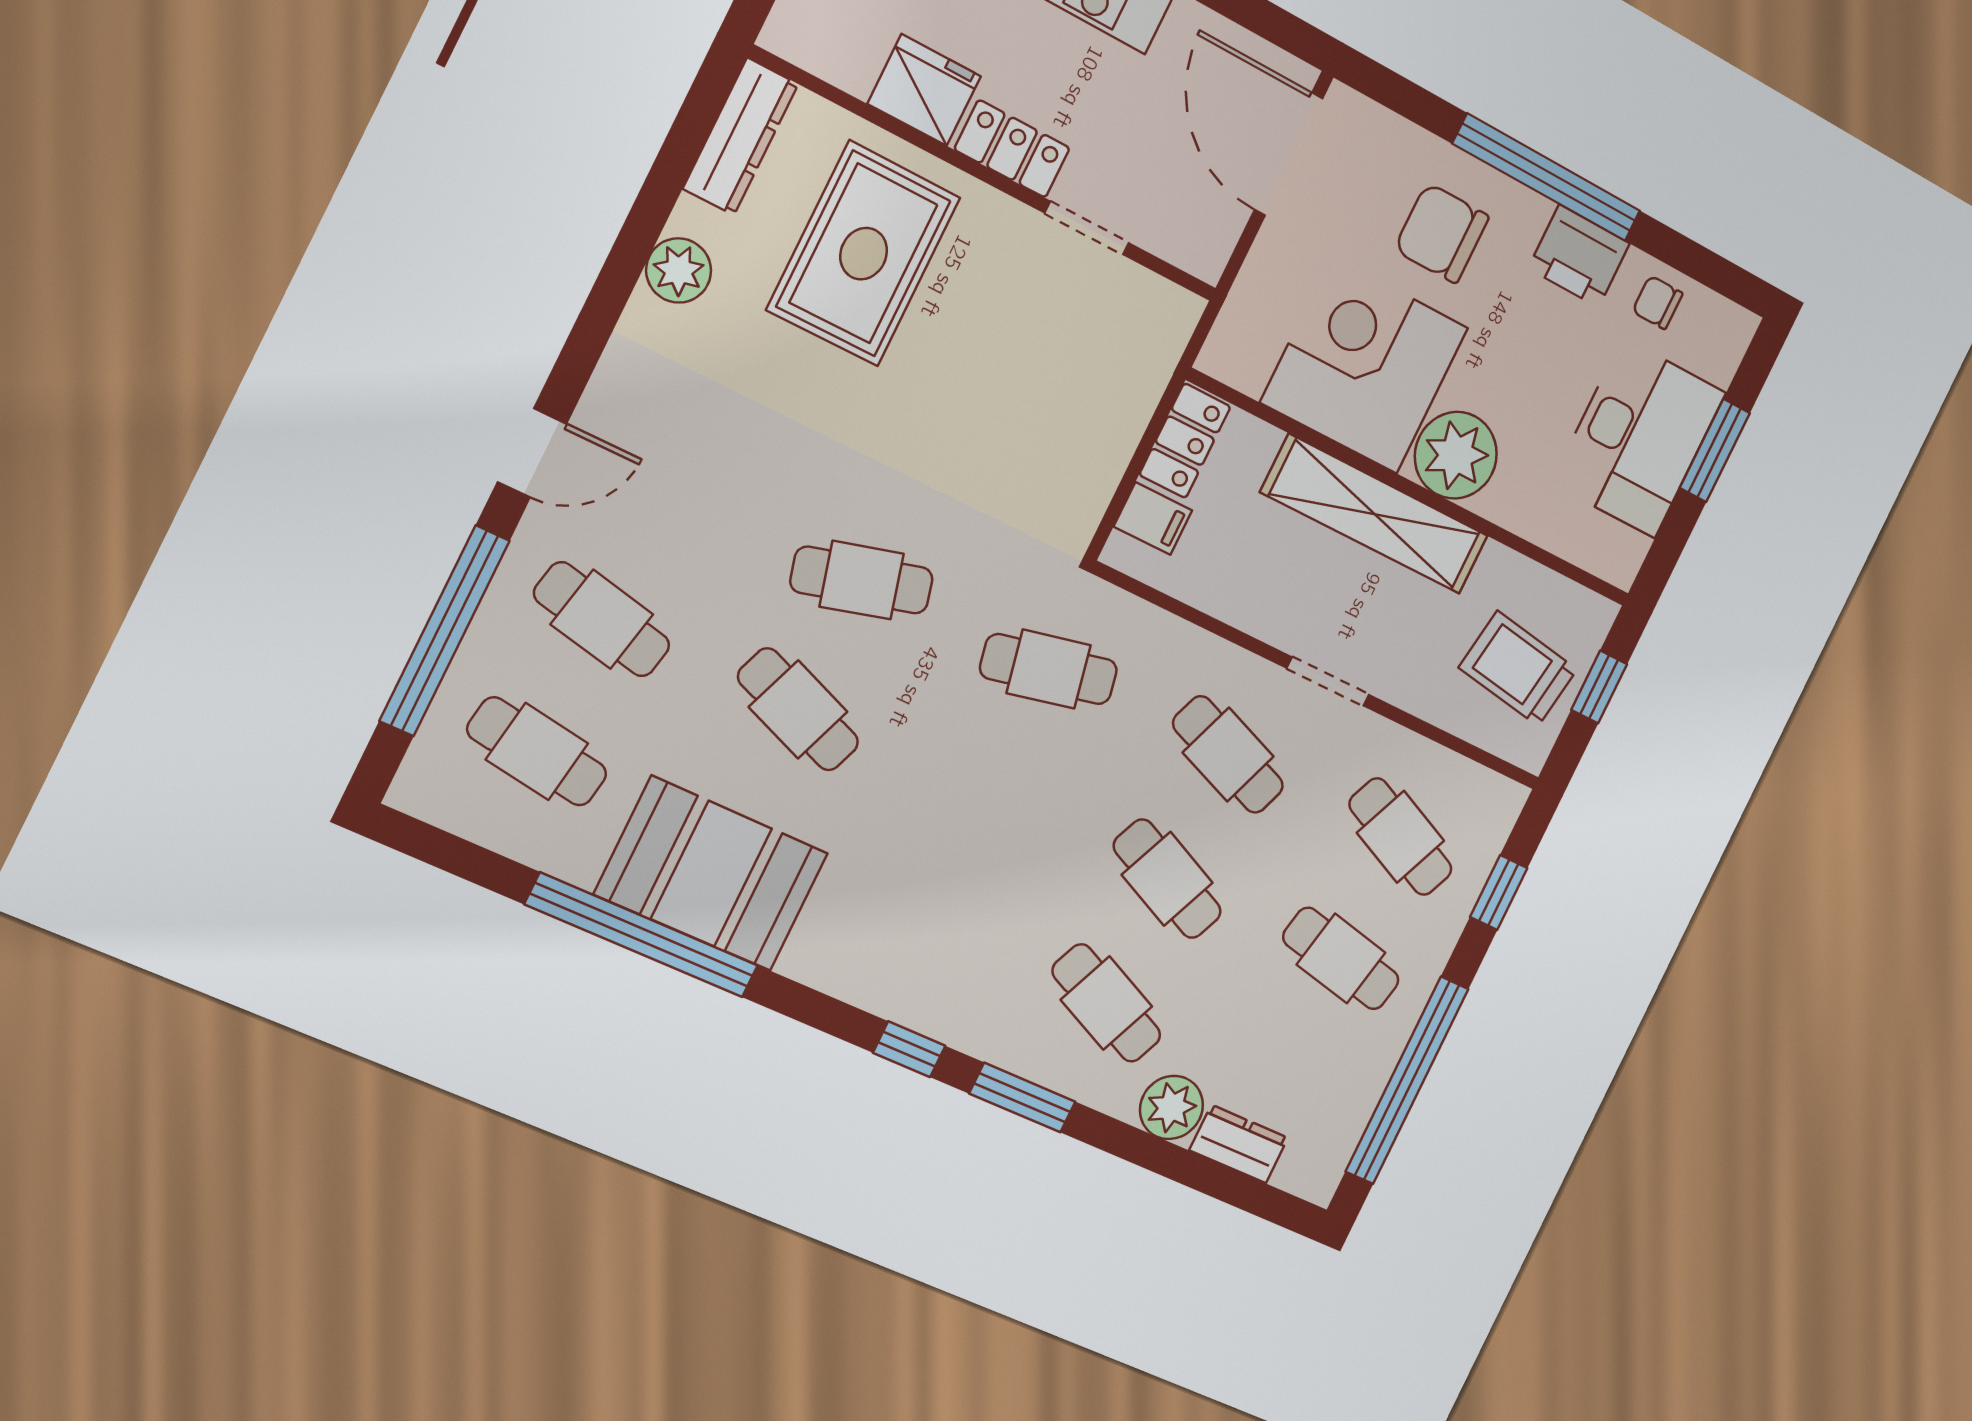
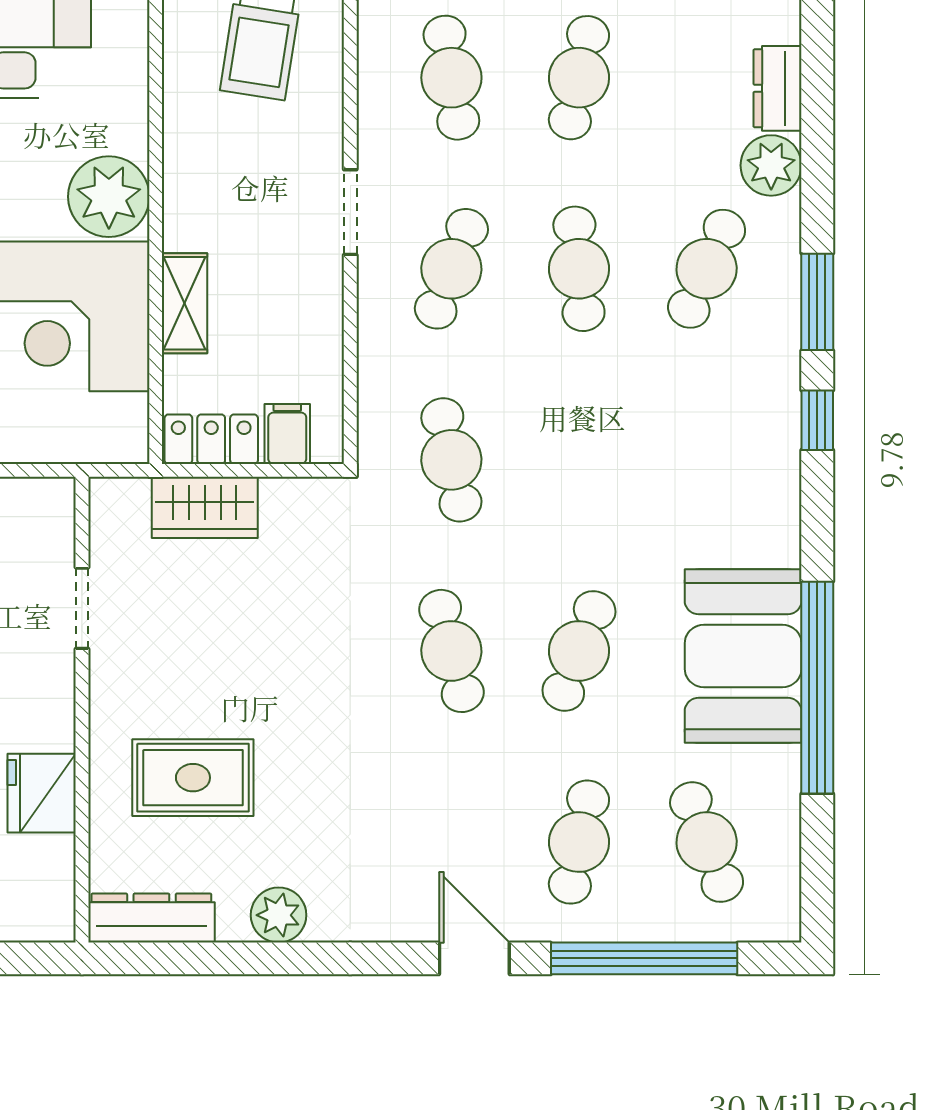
locker: (1012, 149) -> (51, 700), removed
rug: (864, 254) -> (193, 778), width x0.73, depth x0.70
wardrobe: (1123, 401) -> (205, 507), added
shelving: (1375, 514) -> (184, 303), width x0.45, depth x0.75
cafe table: (537, 751) -> (707, 842), turned -30
cafe table: (1401, 837) -> (451, 78), turned -33
cafe table: (1167, 879) -> (579, 269), turned -30

